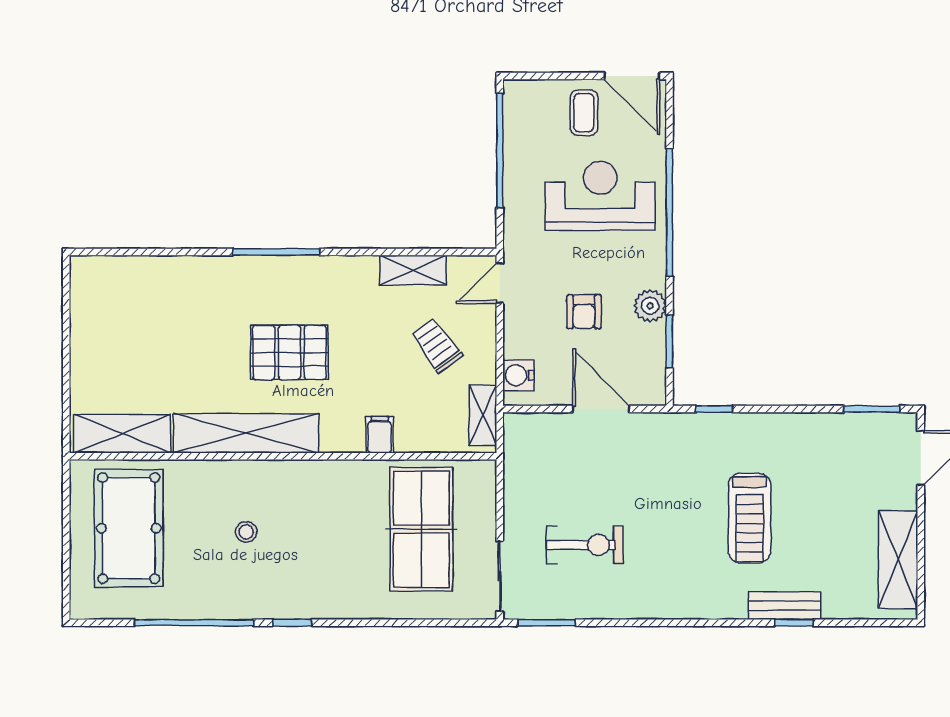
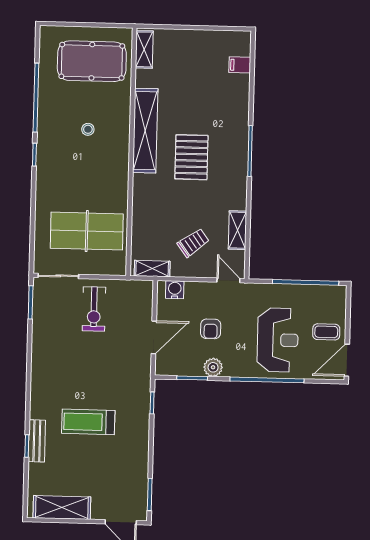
armchair: (584, 312) -> (211, 329), turned -90
shelving: (122, 434) -> (144, 49), width x0.67, depth x0.75
filing cabinet: (380, 435) -> (240, 65), moved, turned 180
exercise bike: (585, 545) -> (94, 309), moved

